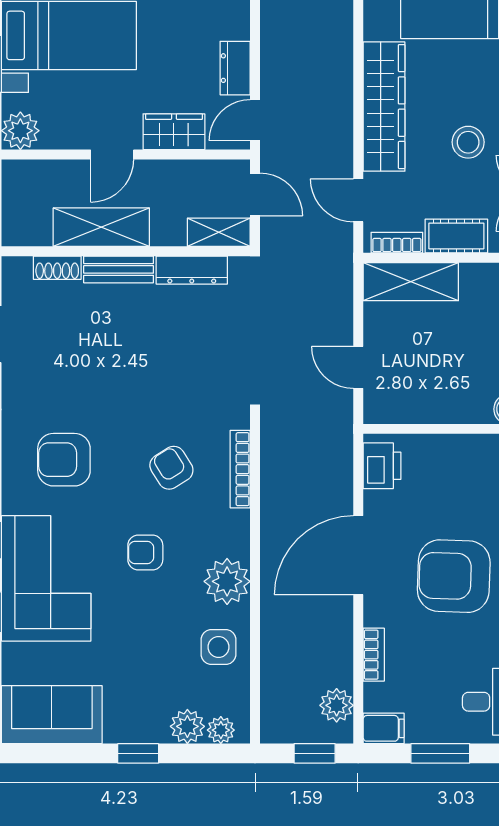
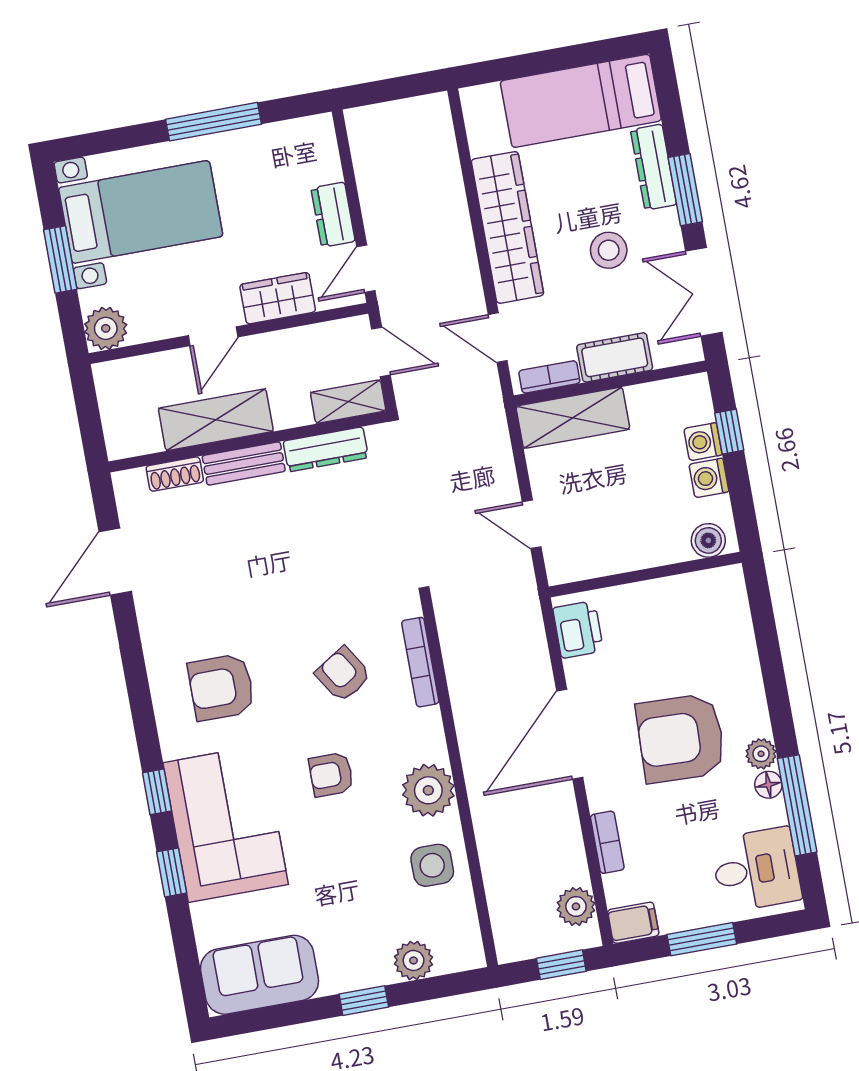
plant: (221, 730) -> (452, 958), removed

